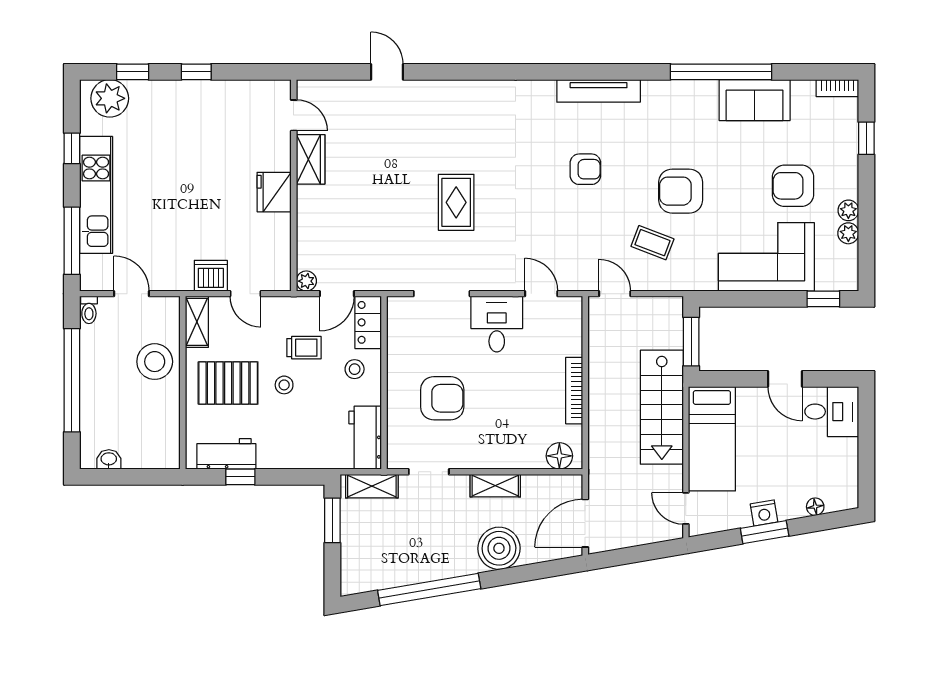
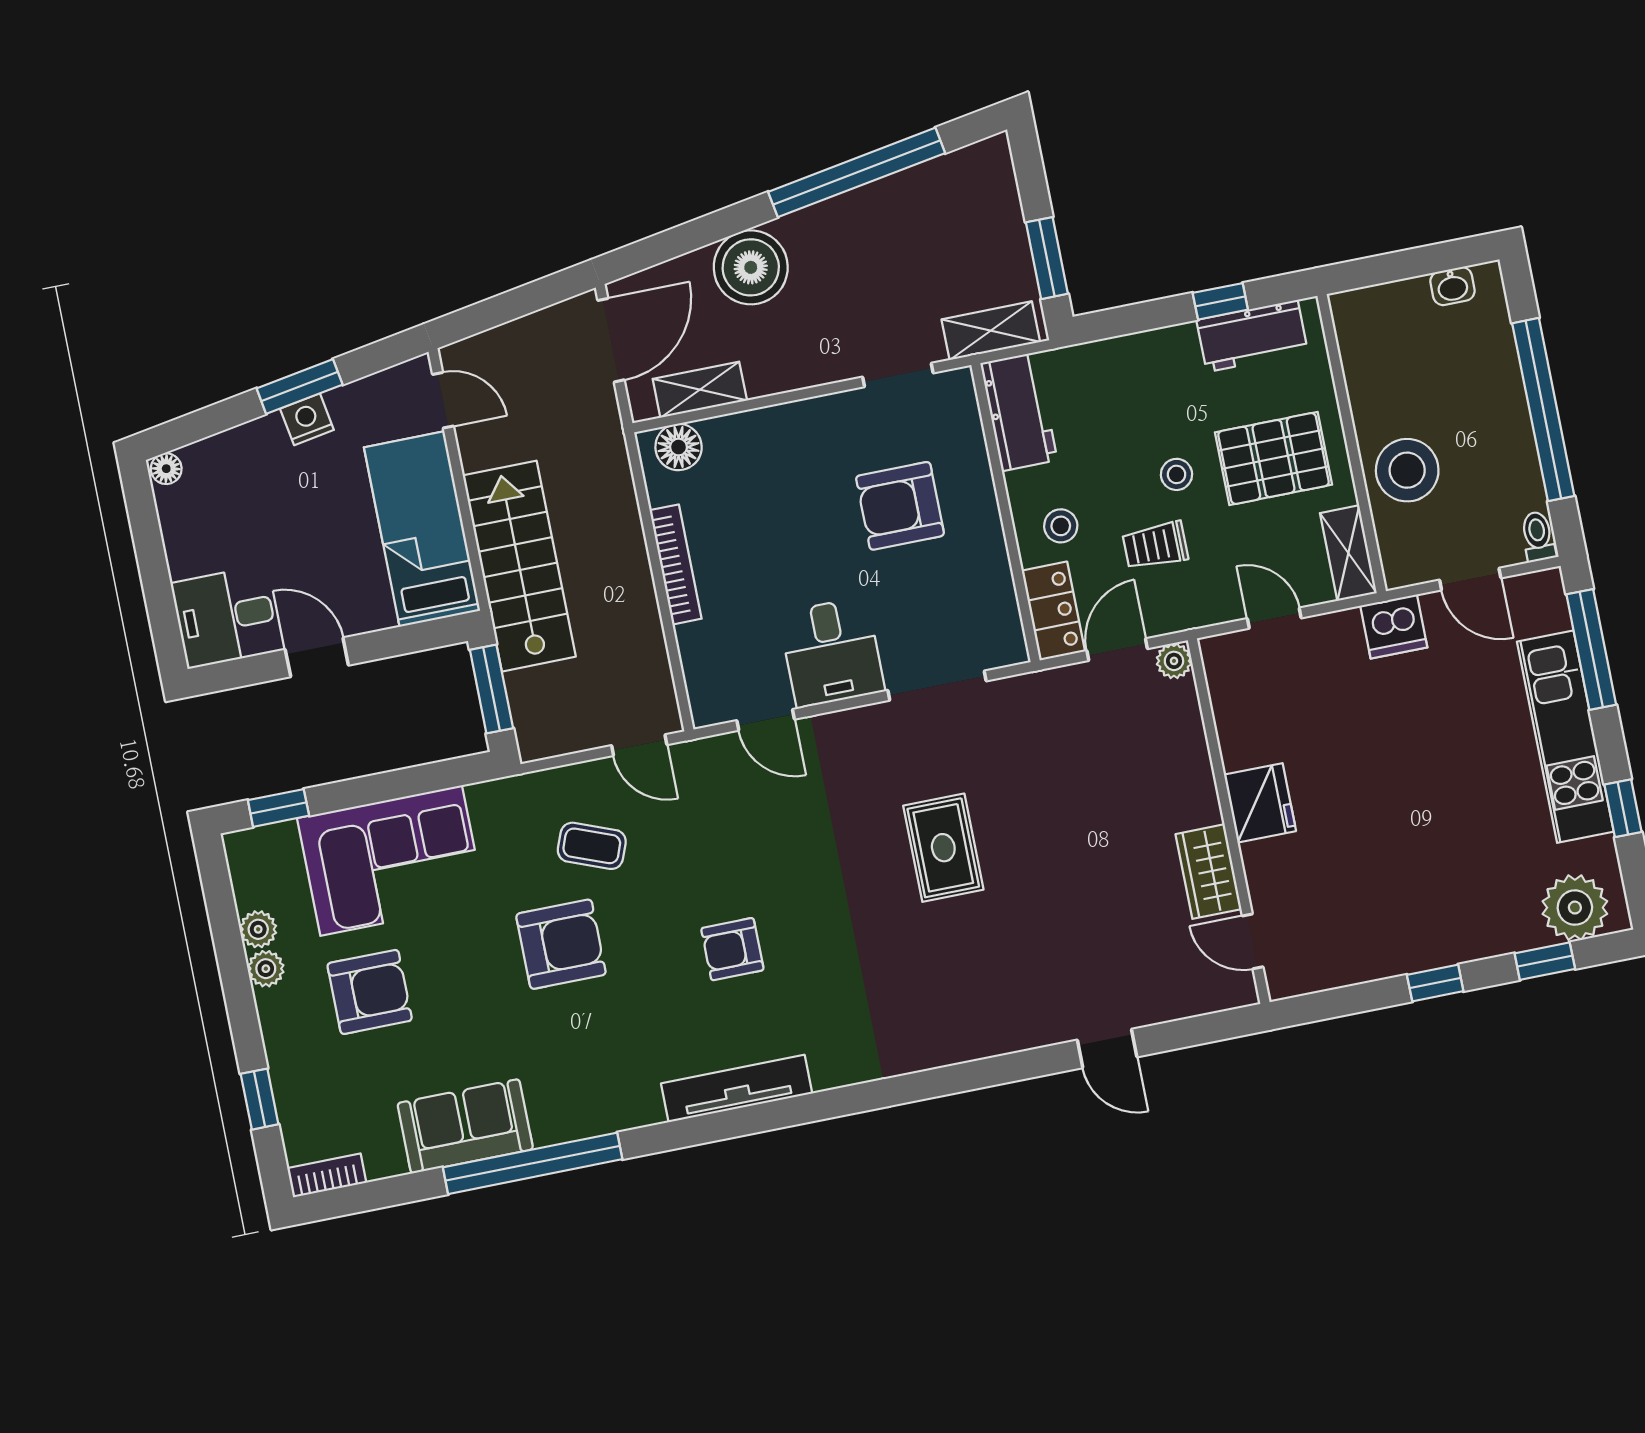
dishwasher: (211, 276) -> (1394, 627), moved
shelving: (495, 486) -> (700, 390), moved
floor lamp: (815, 507) -> (166, 469), moved

